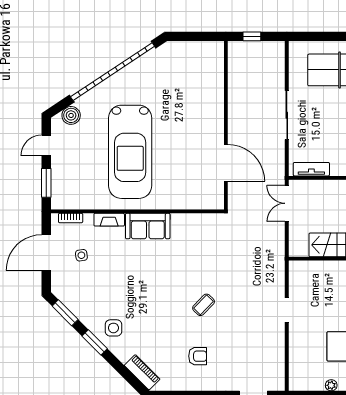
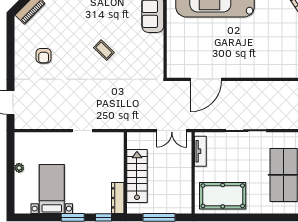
double door: (287, 203) -> (172, 131), swing flipped
coffee table: (204, 305) -> (104, 50), moved

